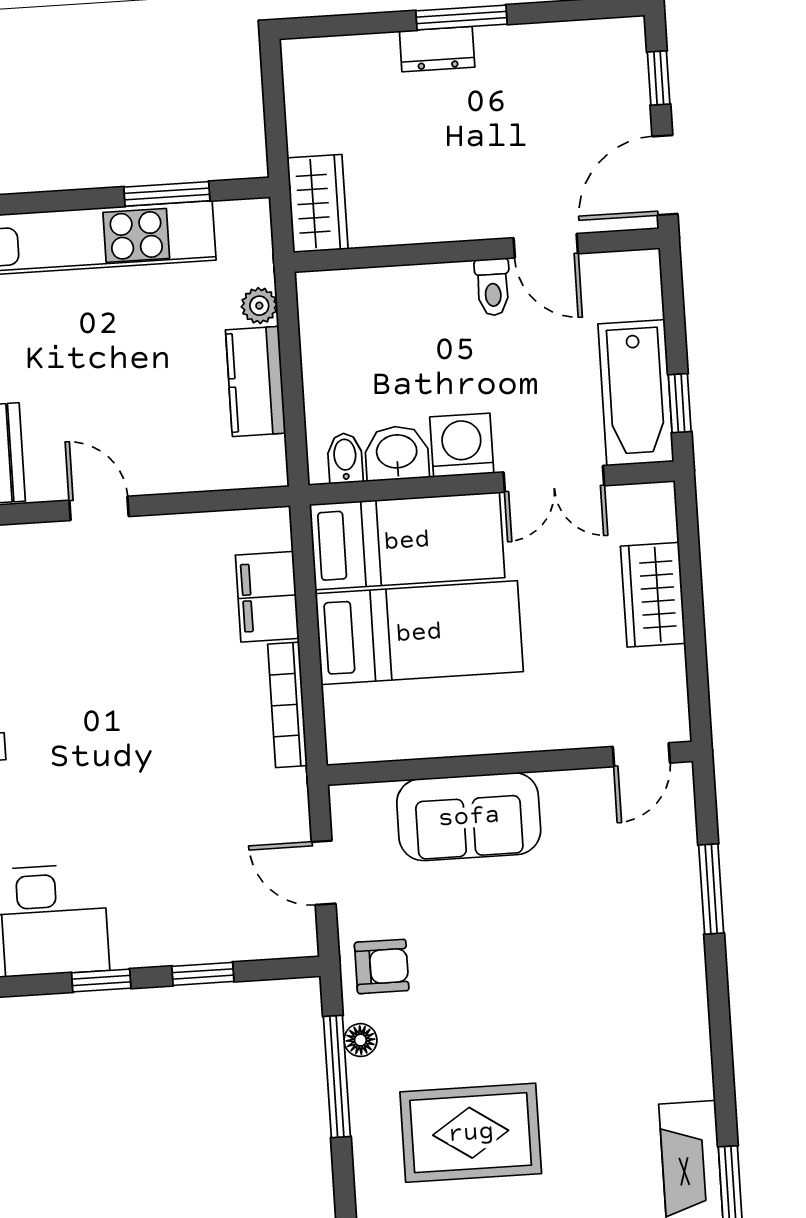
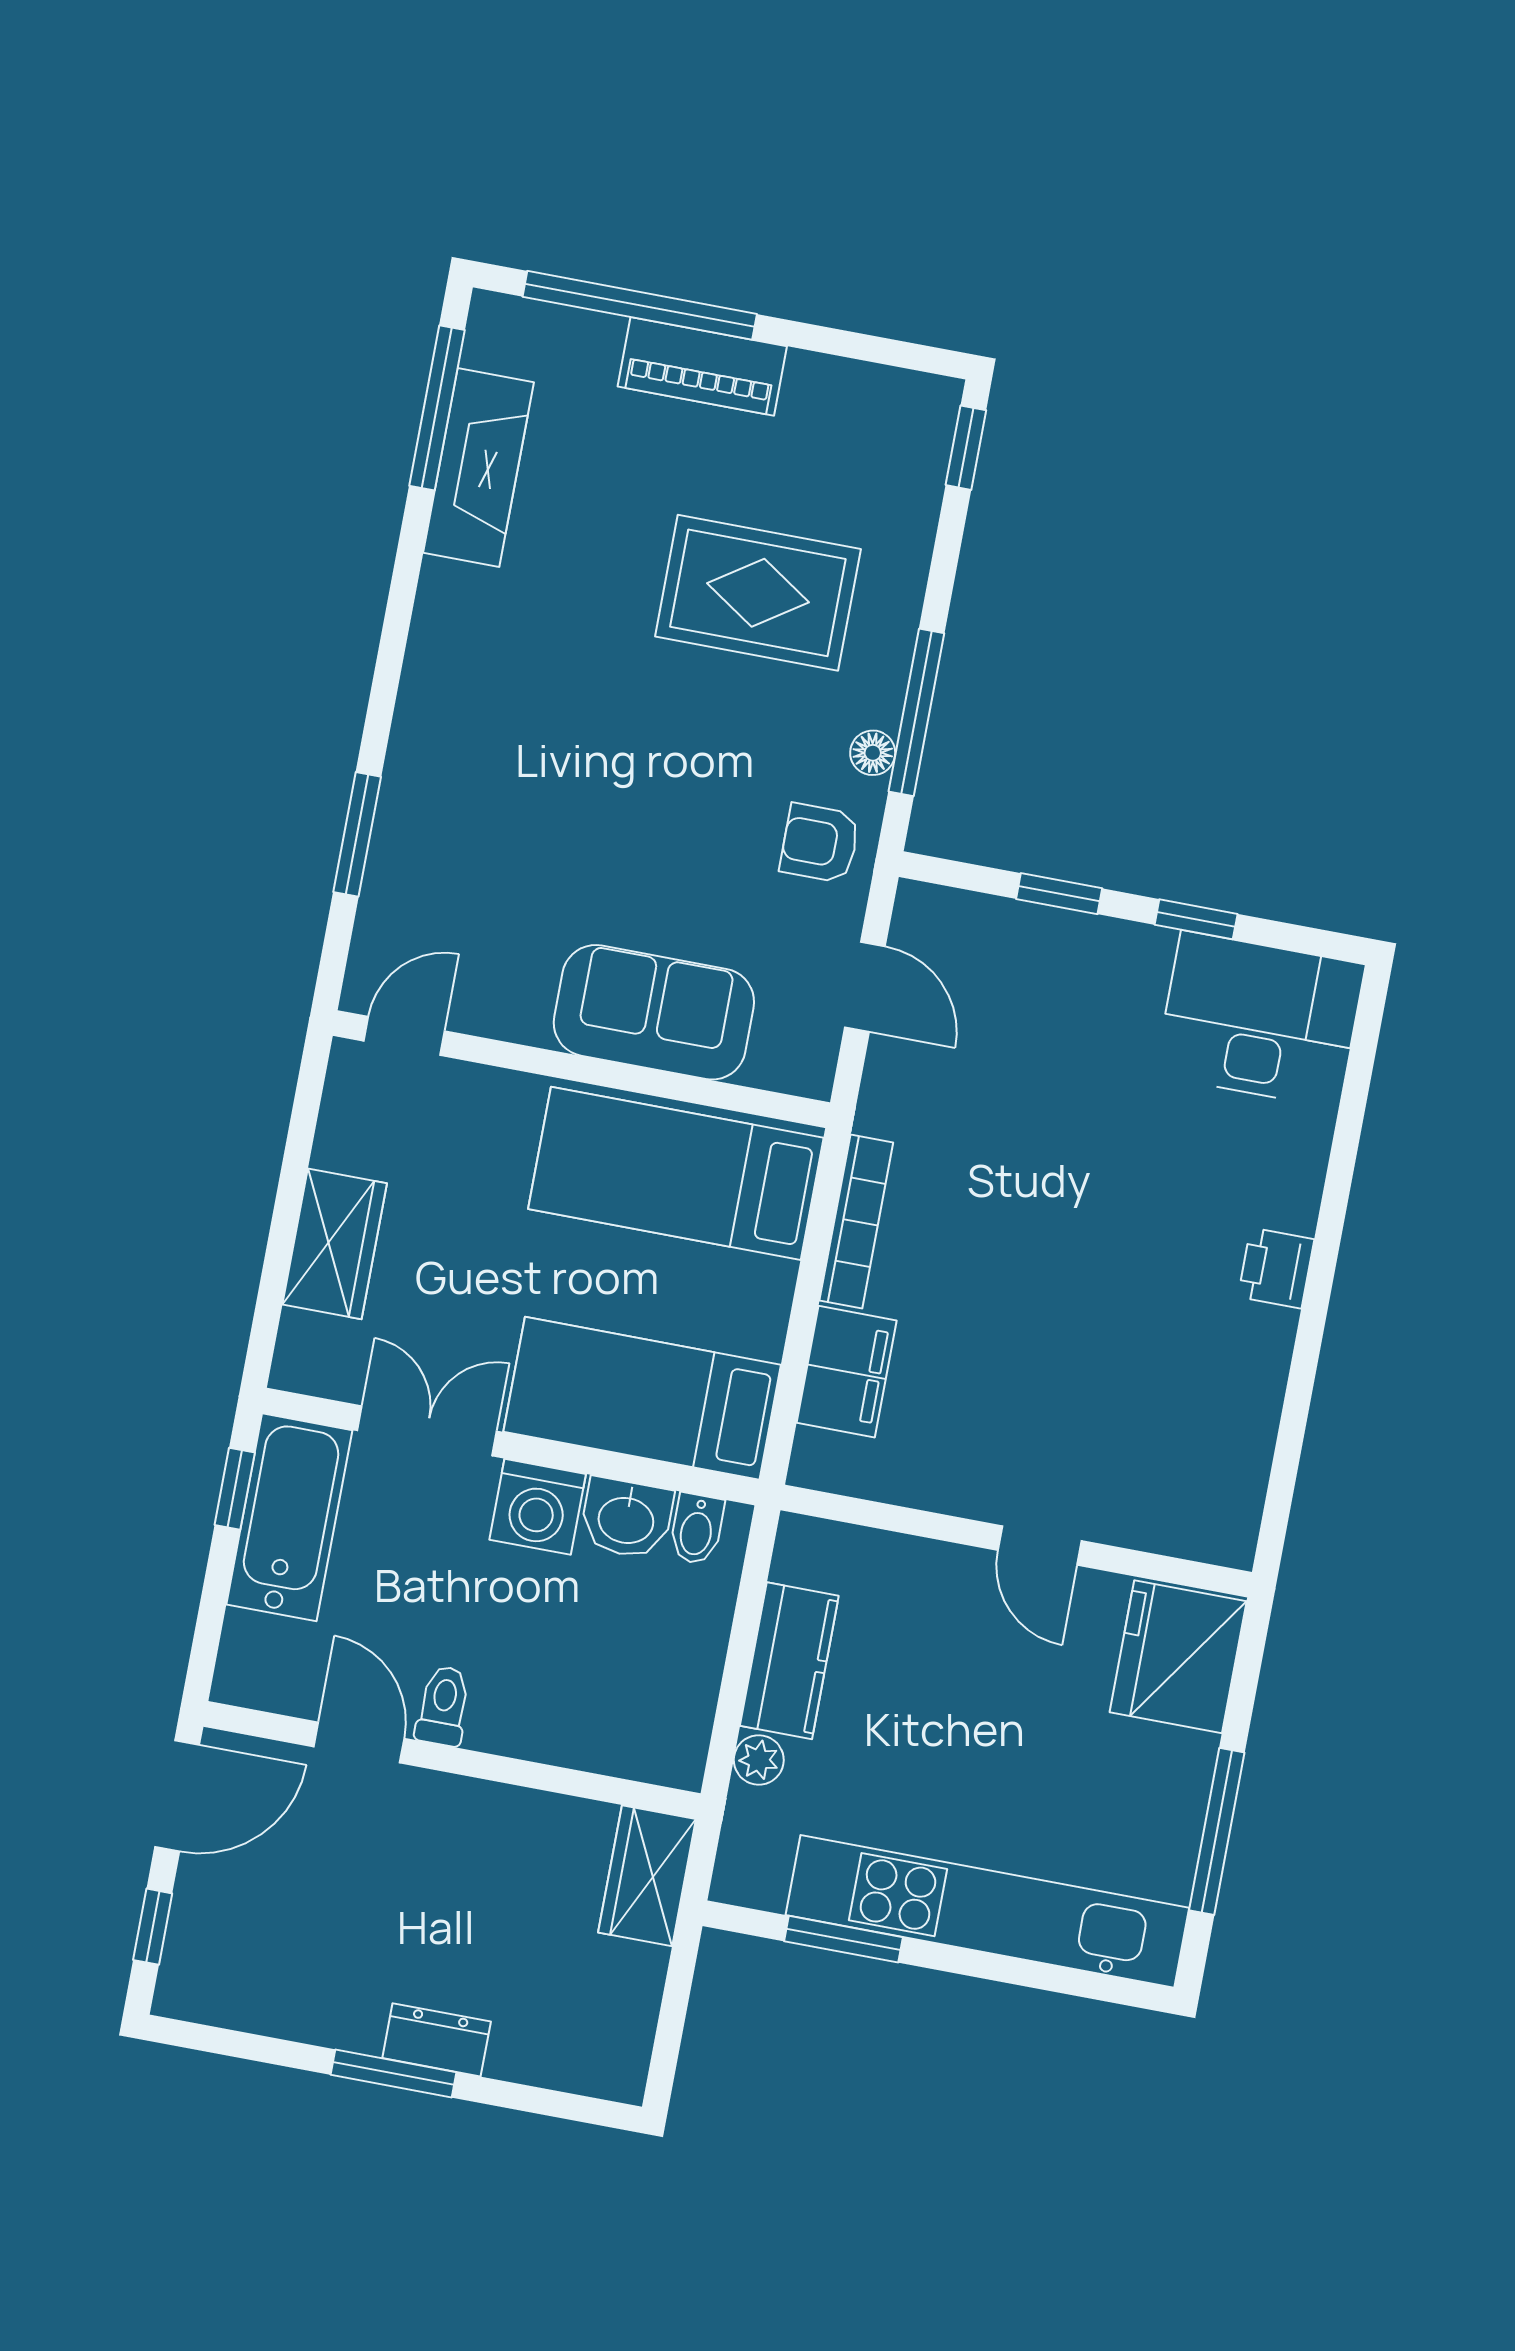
bed: (419, 633) -> (676, 1173), moved

